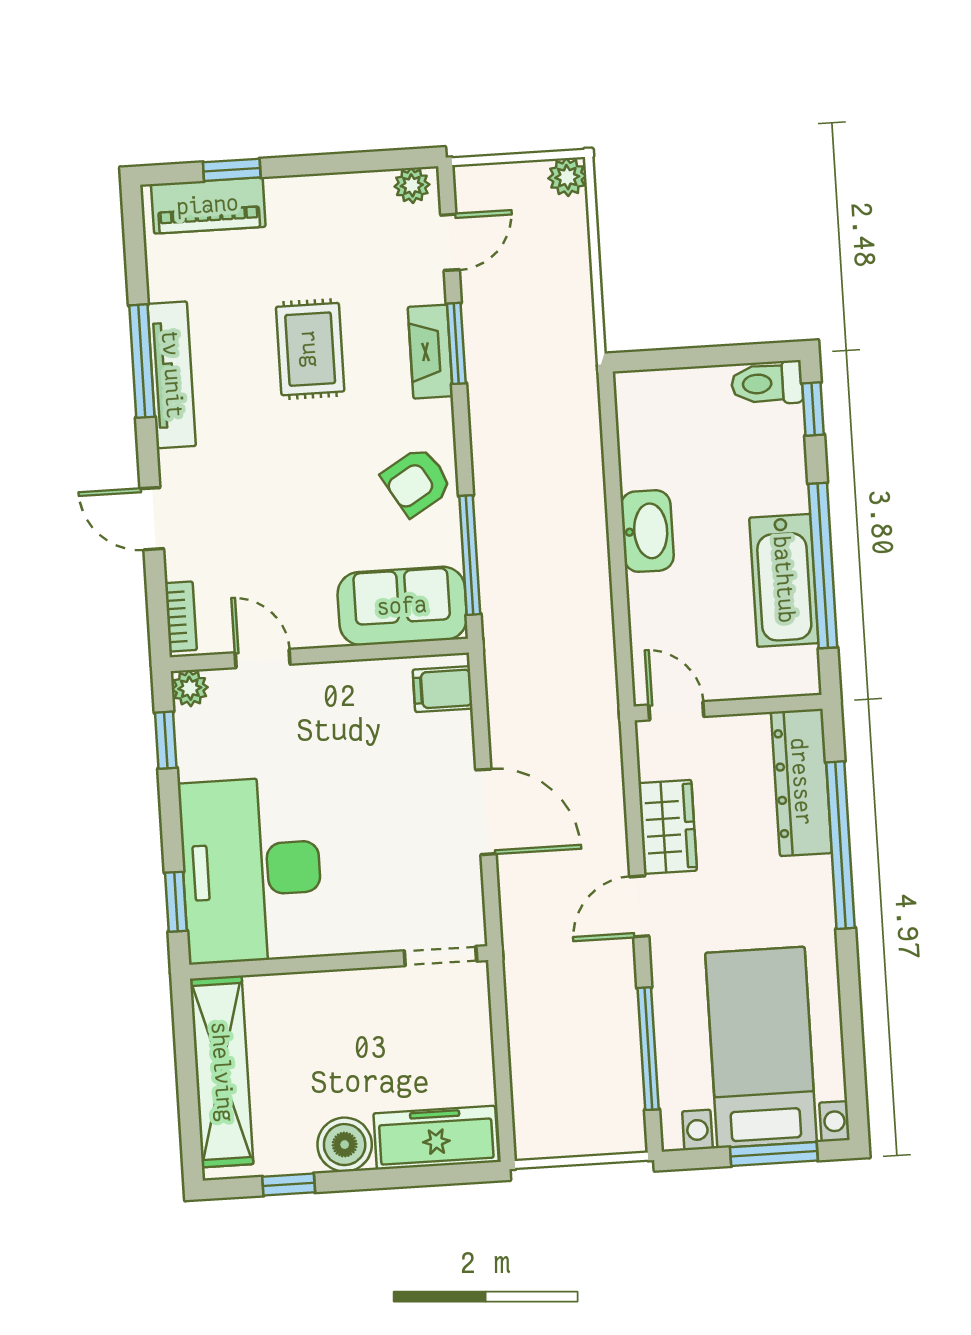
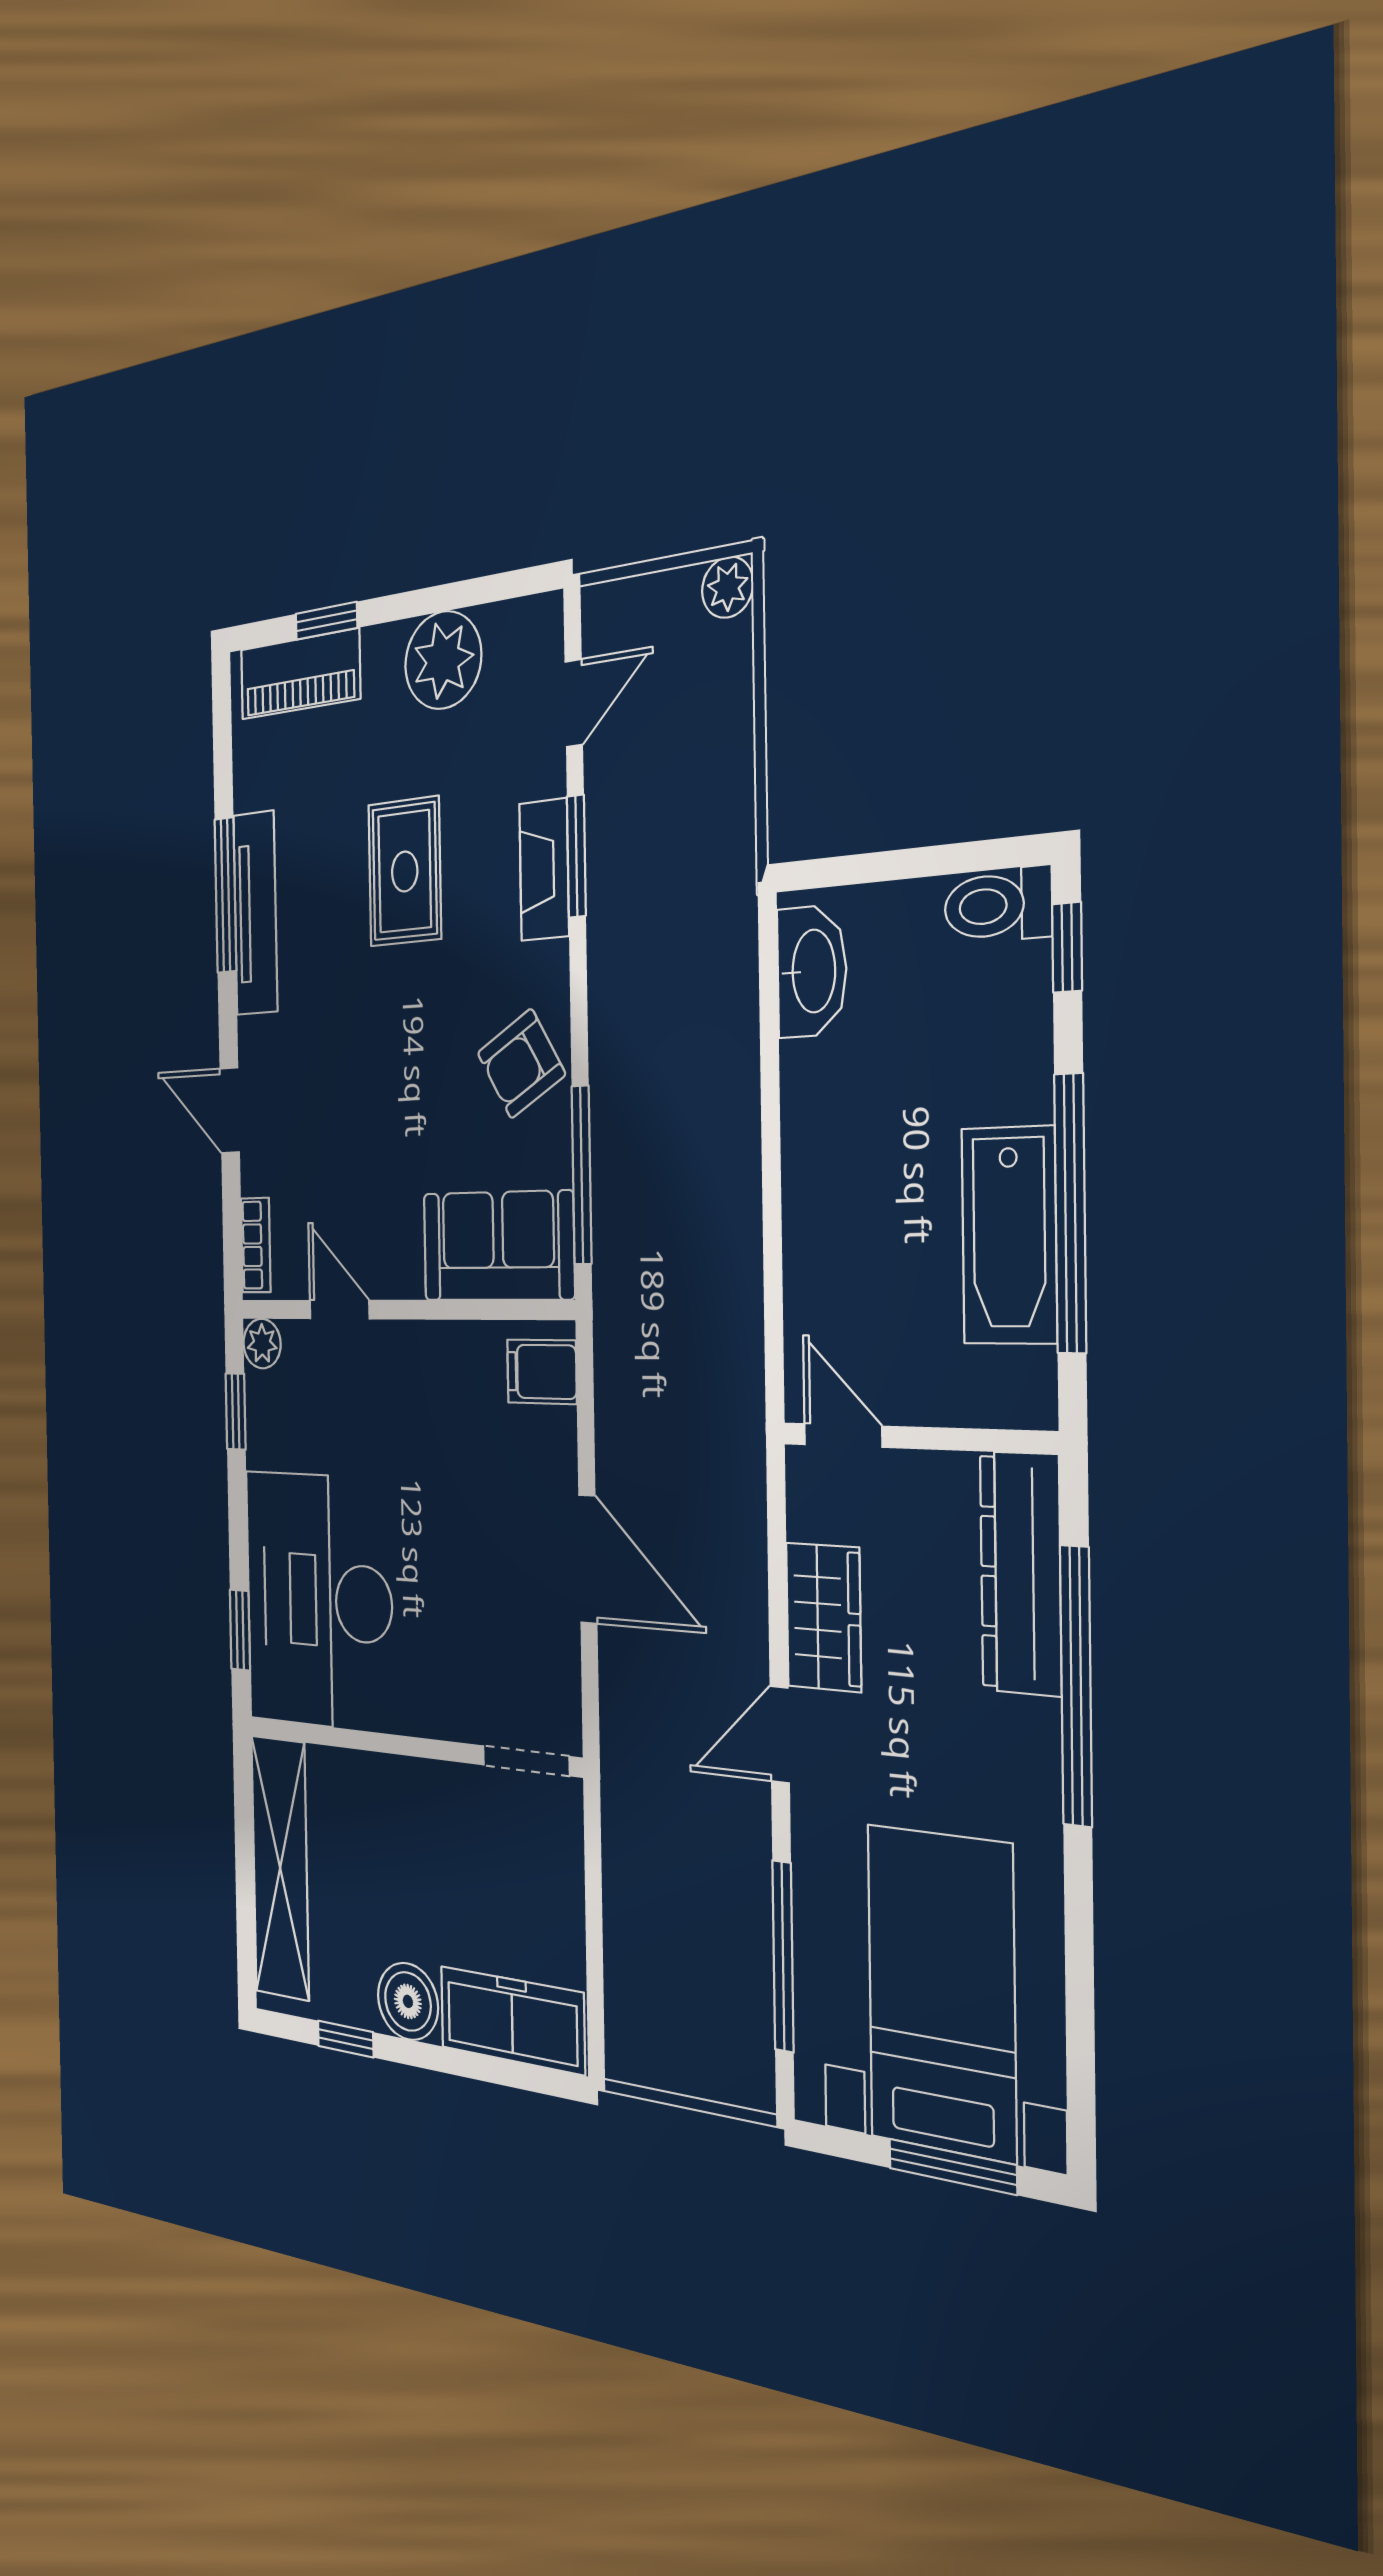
plant: (412, 185) -> (443, 660), moved, width x1.88, depth x1.88
washbasin: (647, 531) -> (812, 971), moved

